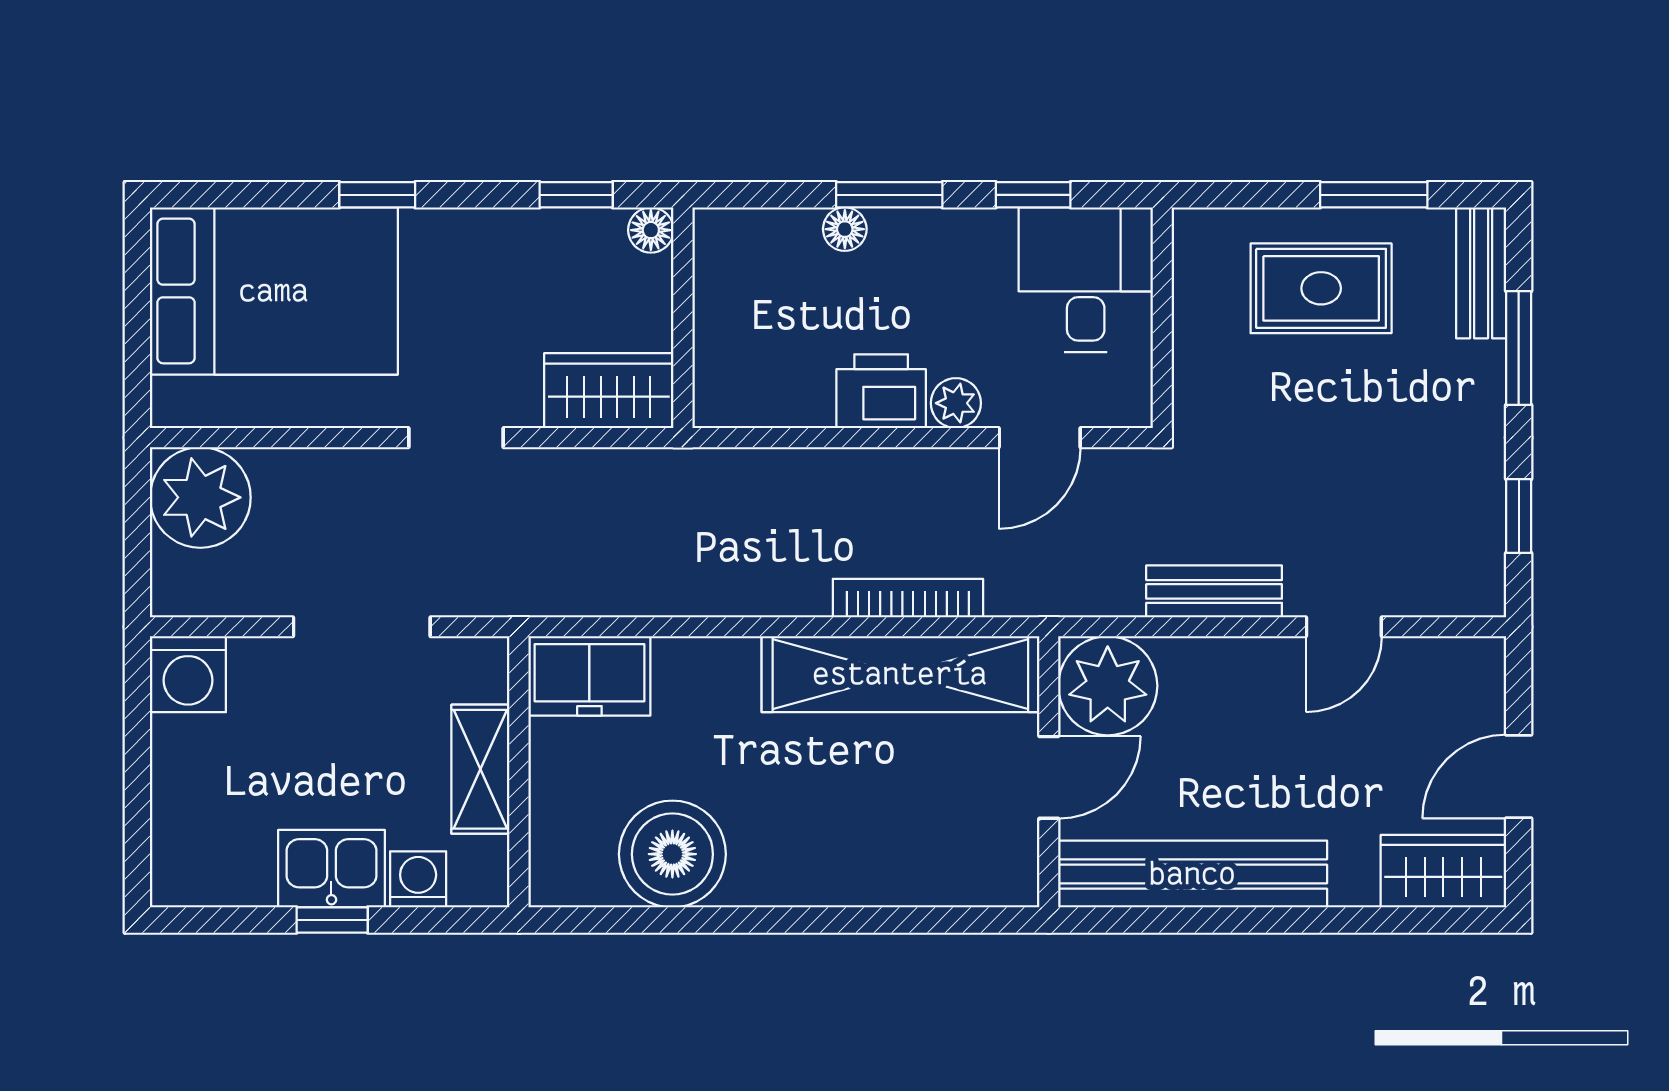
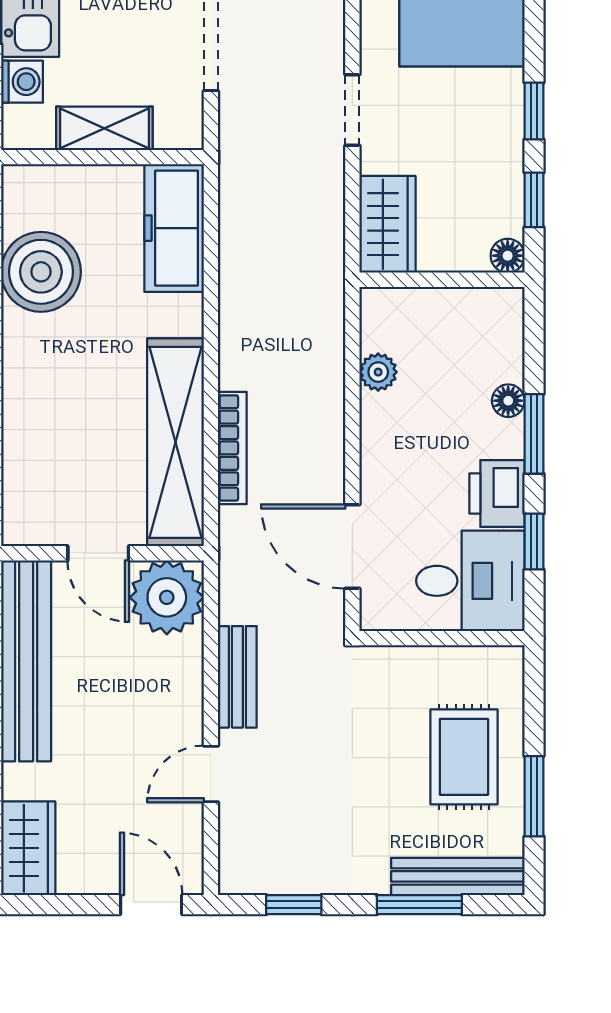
window: (377, 195) -> (534, 111), moved
bench: (1481, 273) -> (458, 876), width x1.36
printer: (881, 391) -> (497, 493), moved, turned 180
plant: (956, 403) -> (378, 372), moved
door: (1040, 438) -> (352, 546), width x1.38
door: (1344, 627) -> (211, 774), hinge flipped
freezer: (589, 676) -> (174, 228), width x1.40
door: (1519, 776) -> (151, 905), moved

